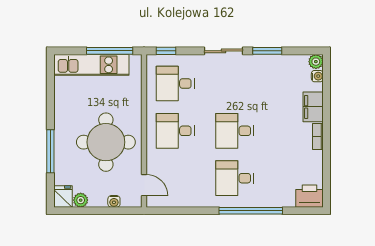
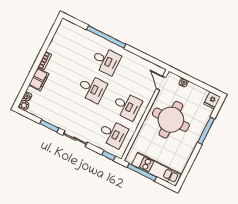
printer: (310, 196) -> (67, 28), removed
plant: (81, 200) -> (203, 93), removed

